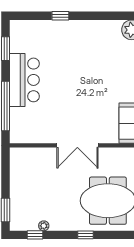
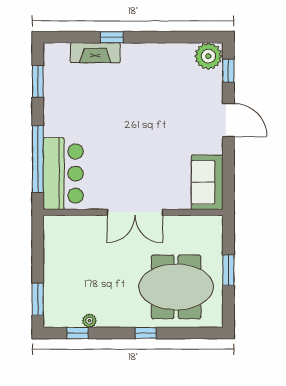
fireplace: (48, 27) -> (95, 53), added
bar counter: (24, 80) -> (63, 174), moved

